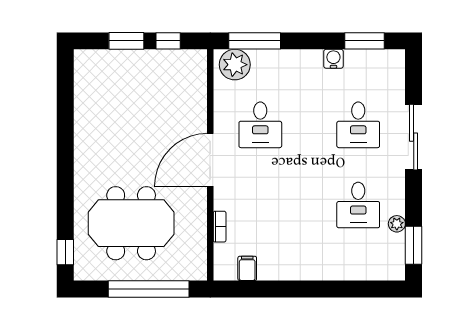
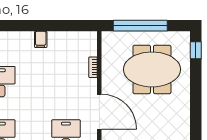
door: (210, 160) -> (99, 112), hinge flipped
filing cabinet: (247, 268) -> (41, 39), moved

